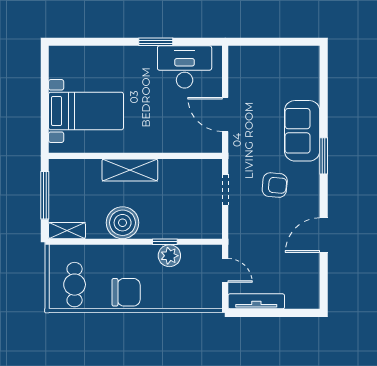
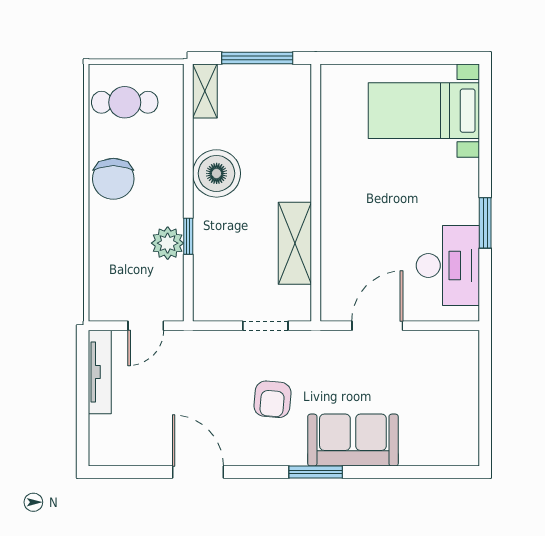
bed with nightstands: (86, 111) -> (424, 111), moved, turned 90
shelving: (130, 170) -> (295, 243), moved

